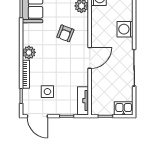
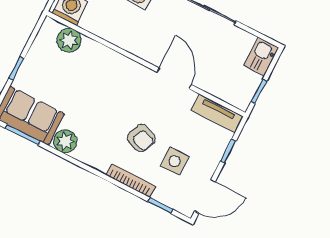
armchair: (65, 33) -> (141, 138), moved
plant: (29, 52) -> (65, 141), moved
door: (90, 58) -> (174, 78), moved

